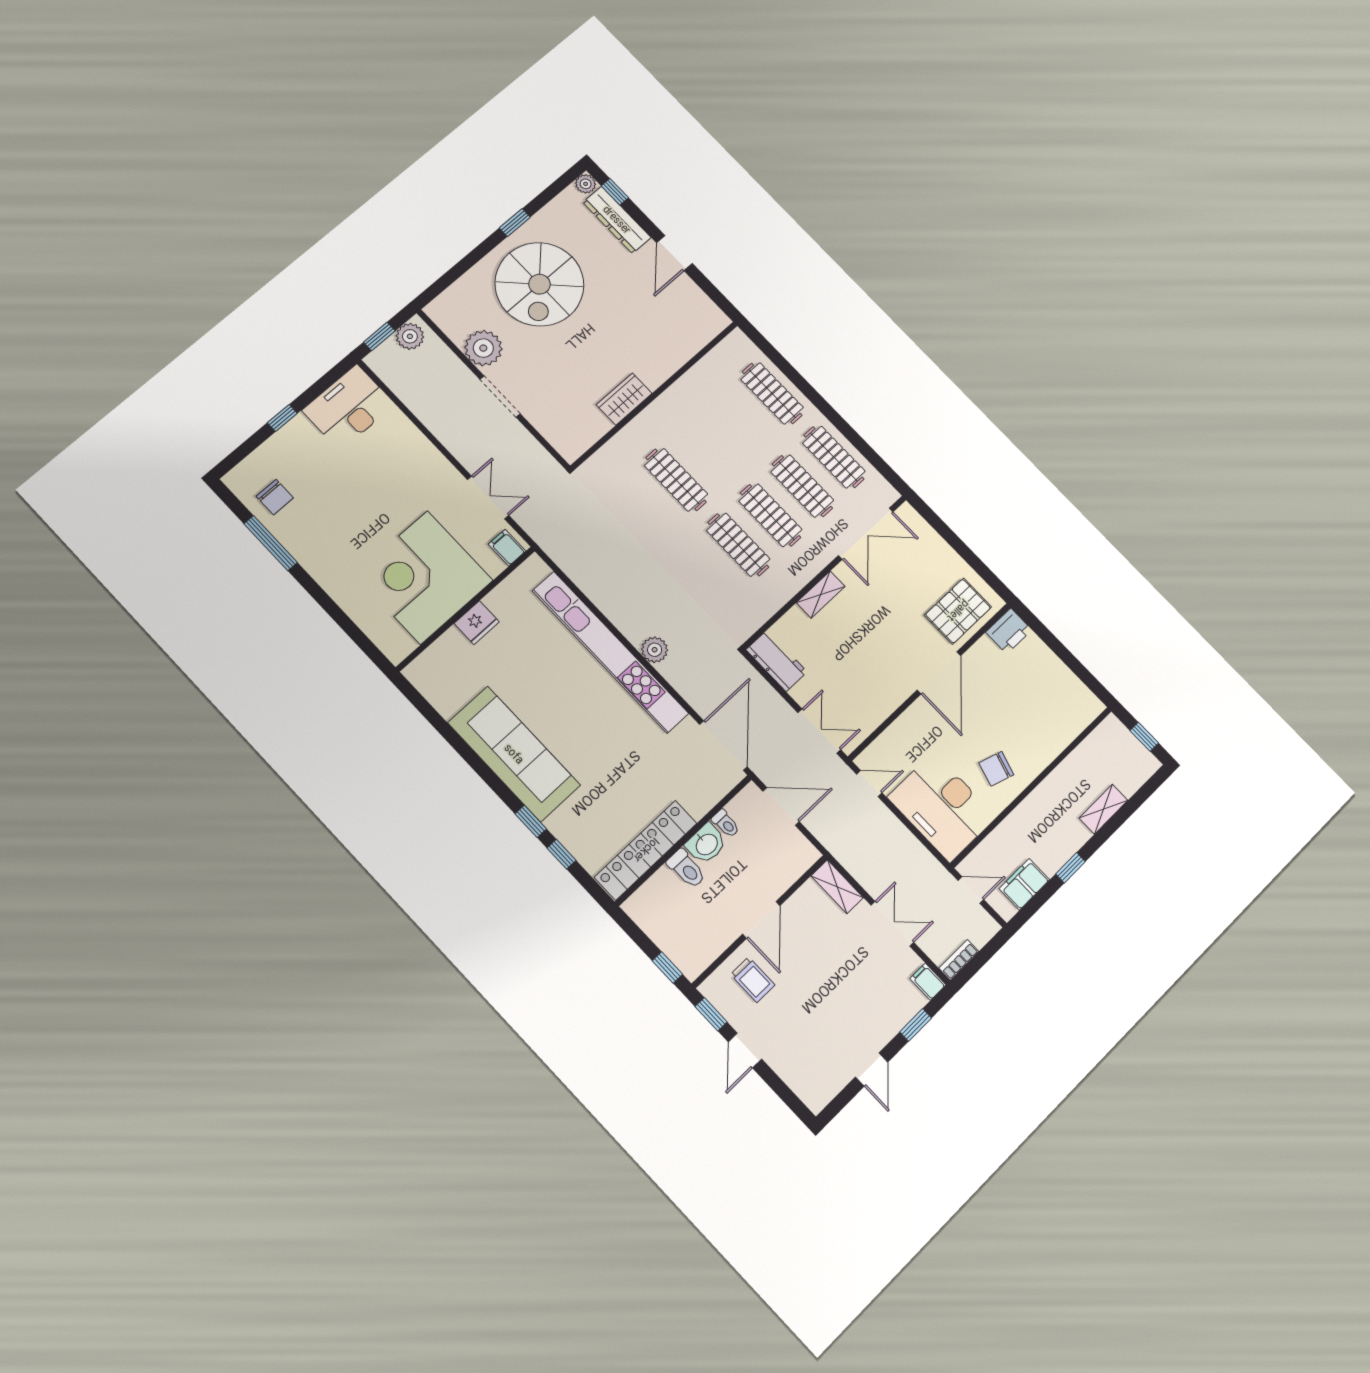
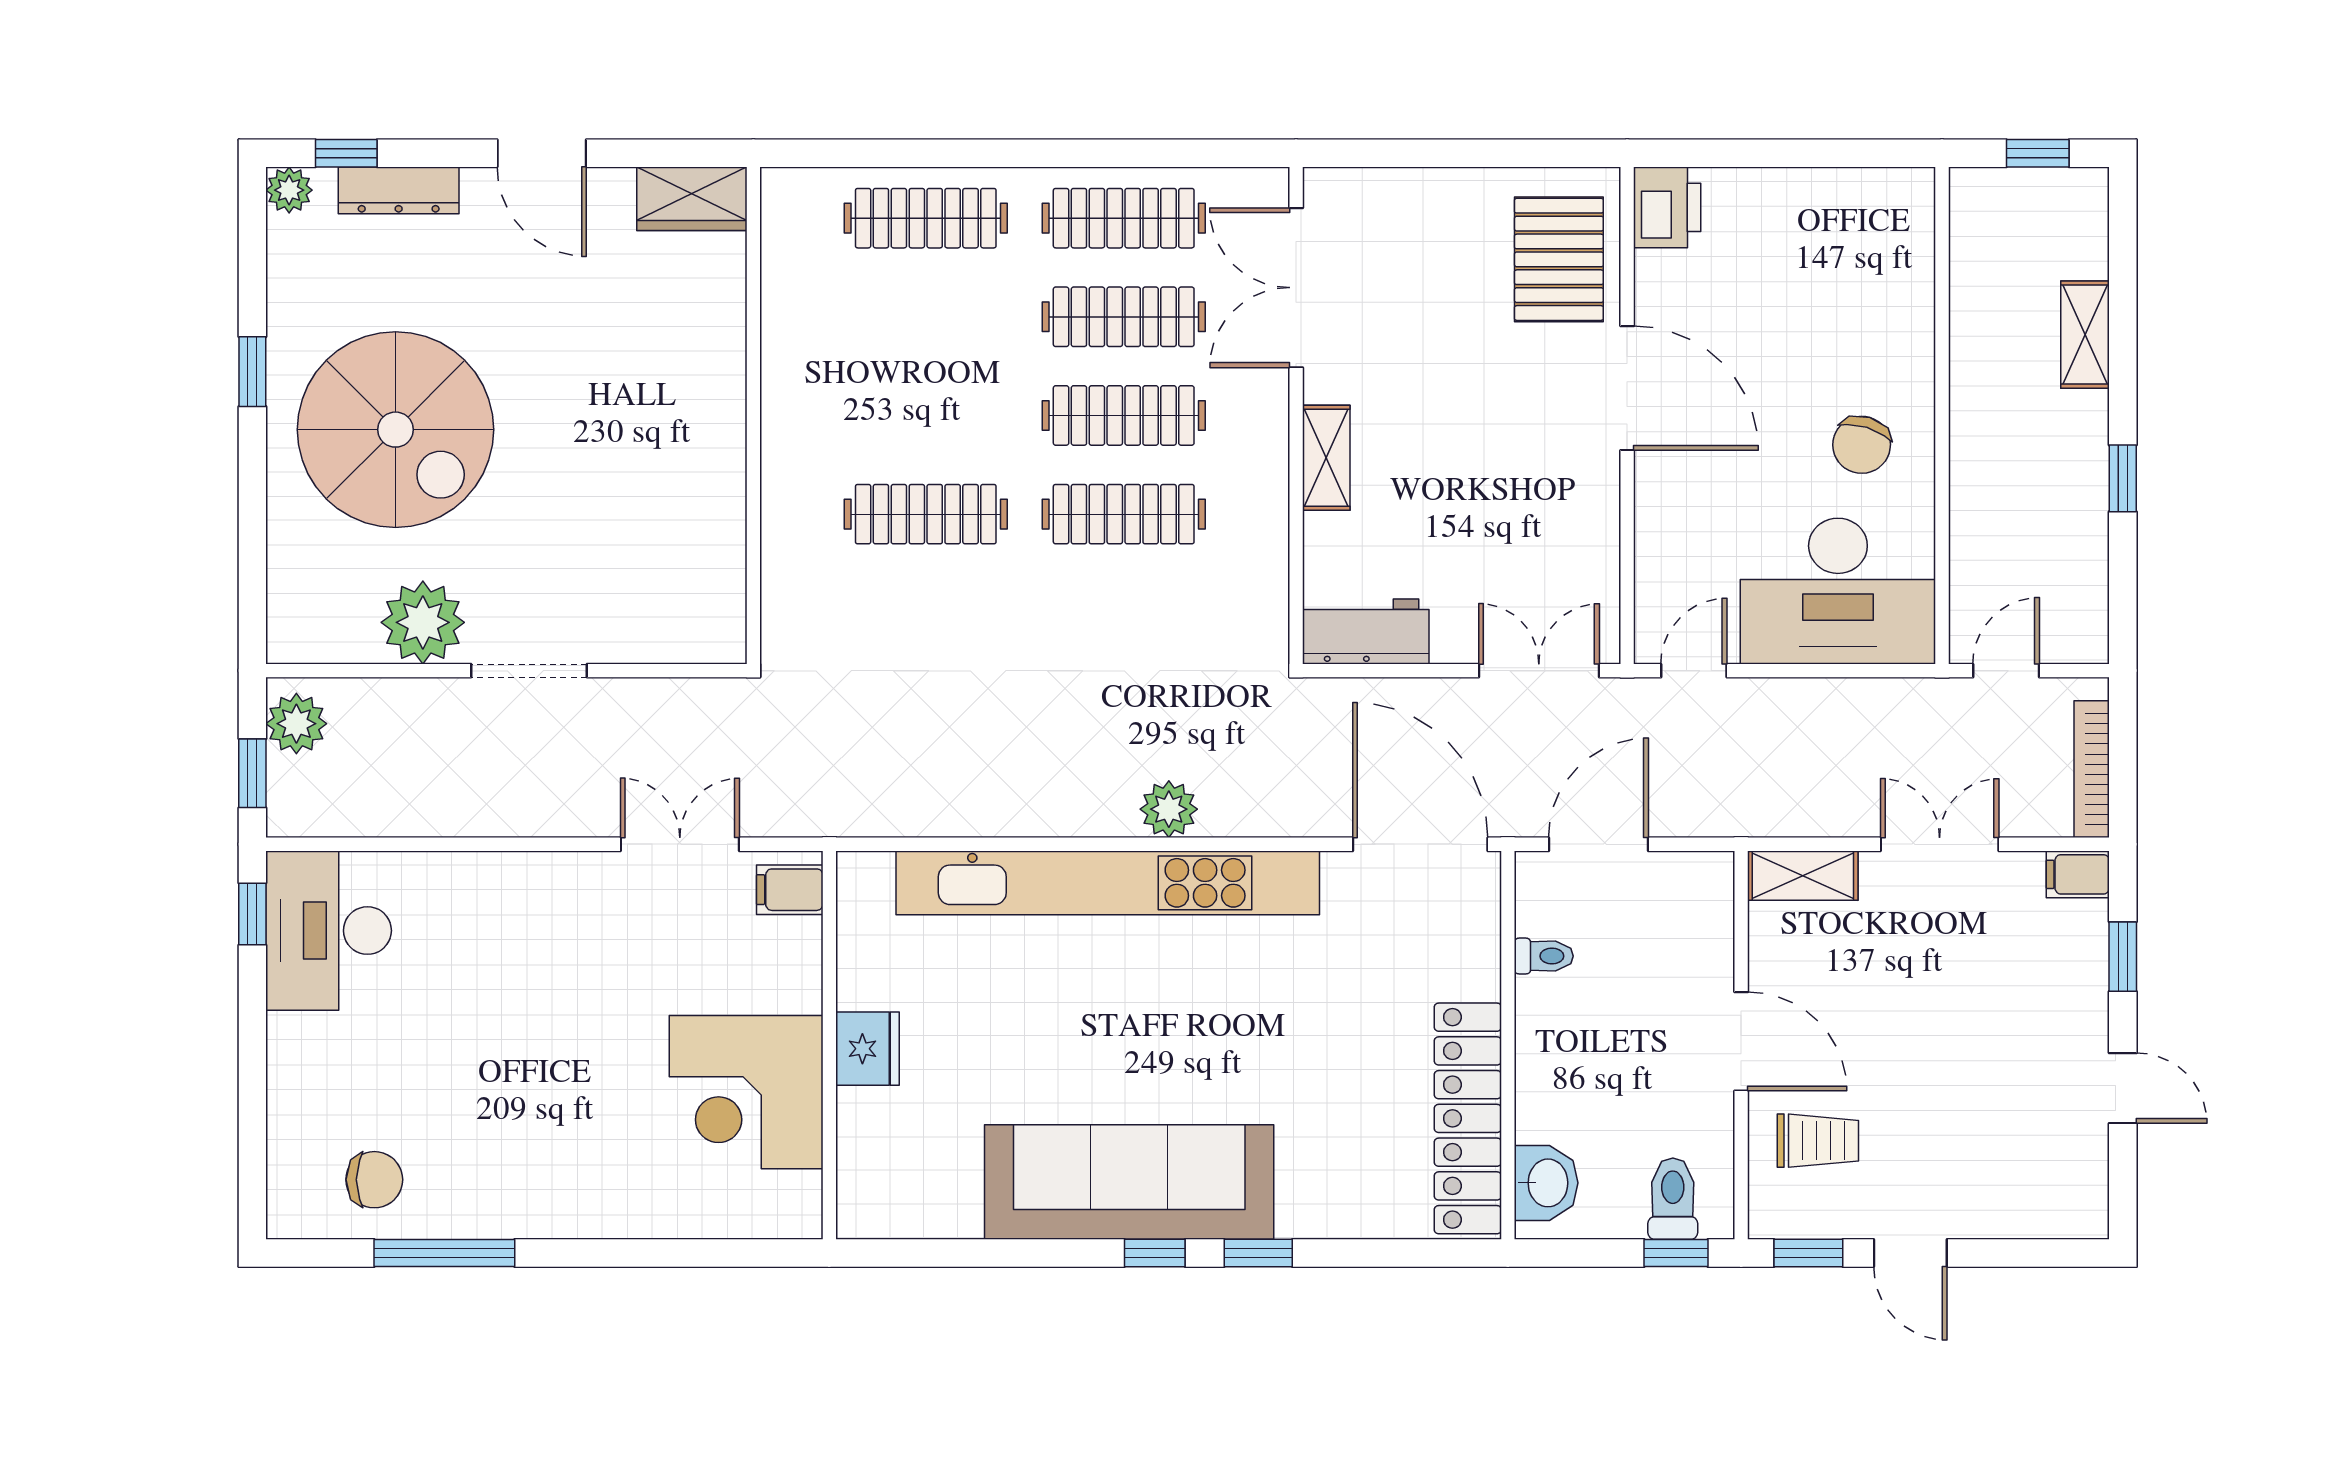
dresser: (617, 220) -> (399, 190), width x0.73, depth x0.80
wardrobe: (624, 399) -> (692, 199), moved, turned -90
window: (282, 418) -> (252, 914), moved
double door: (866, 534) -> (1296, 288), swing flipped
corner desk: (424, 577) -> (746, 1092), width x0.74, depth x0.74
washbasin: (706, 844) -> (1546, 1183), moved
window: (561, 854) -> (1155, 1253), moved
toilet: (686, 869) -> (1673, 1199), moved, turned -90
filing cabinet: (1024, 884) -> (2078, 577), removed
bookcase: (959, 960) -> (2092, 769), width x1.56

